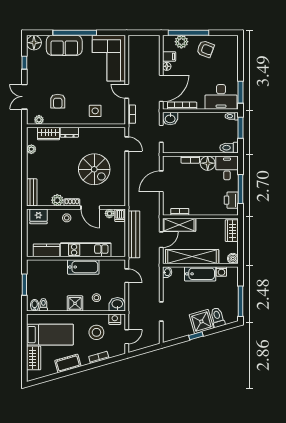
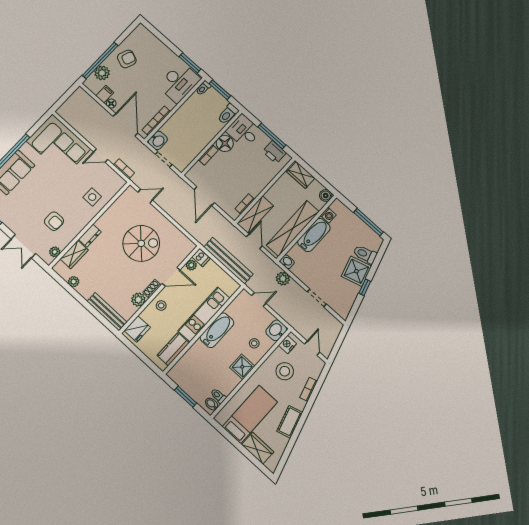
bench: (32, 192) -> (107, 312), width x1.36
plant: (154, 279) -> (283, 279), added

